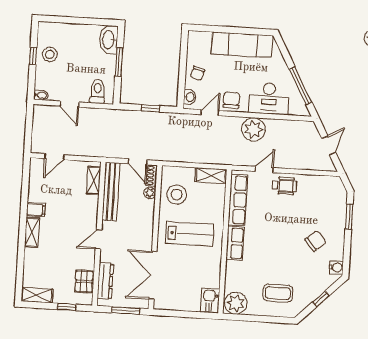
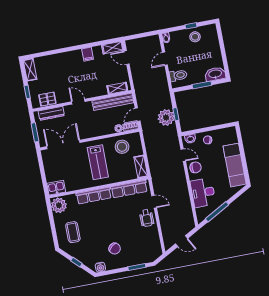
plant: (253, 129) -> (166, 117), moved
shelving: (32, 232) -> (113, 48), moved
row of seats: (235, 243) -> (94, 196), width x1.48

